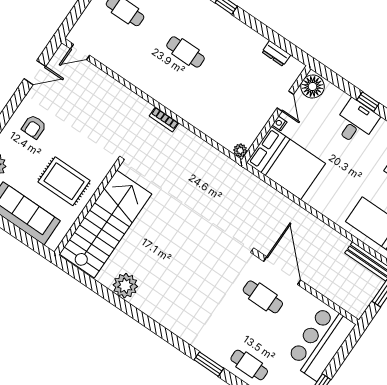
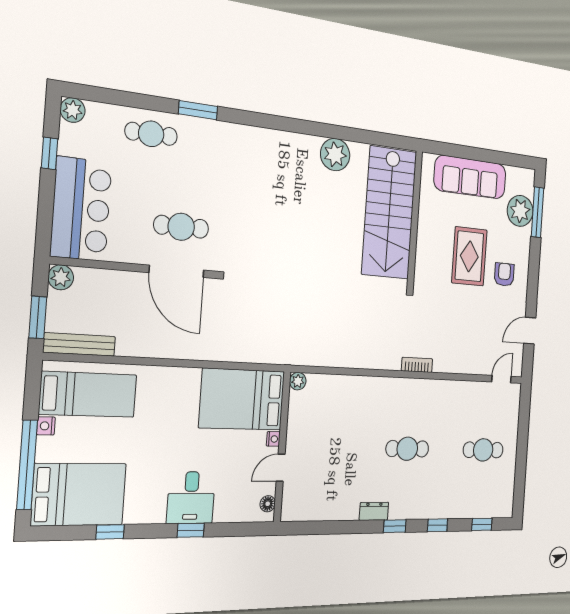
dresser: (276, 53) -> (374, 511), moved
floor lamp: (312, 86) -> (268, 504), width x0.53, depth x0.53
door: (285, 101) -> (281, 468), hinge flipped
bookcase: (164, 119) -> (417, 365), moved
rug: (64, 181) -> (469, 256), moved, turned 90
plant: (357, 308) -> (61, 277), added

